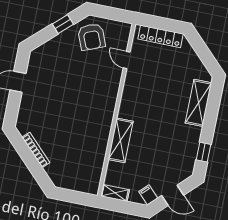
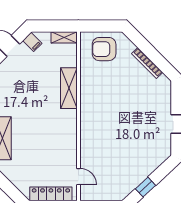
armchair: (92, 37) -> (104, 49), moved, turned -68
door: (127, 60) -> (78, 177), moved

